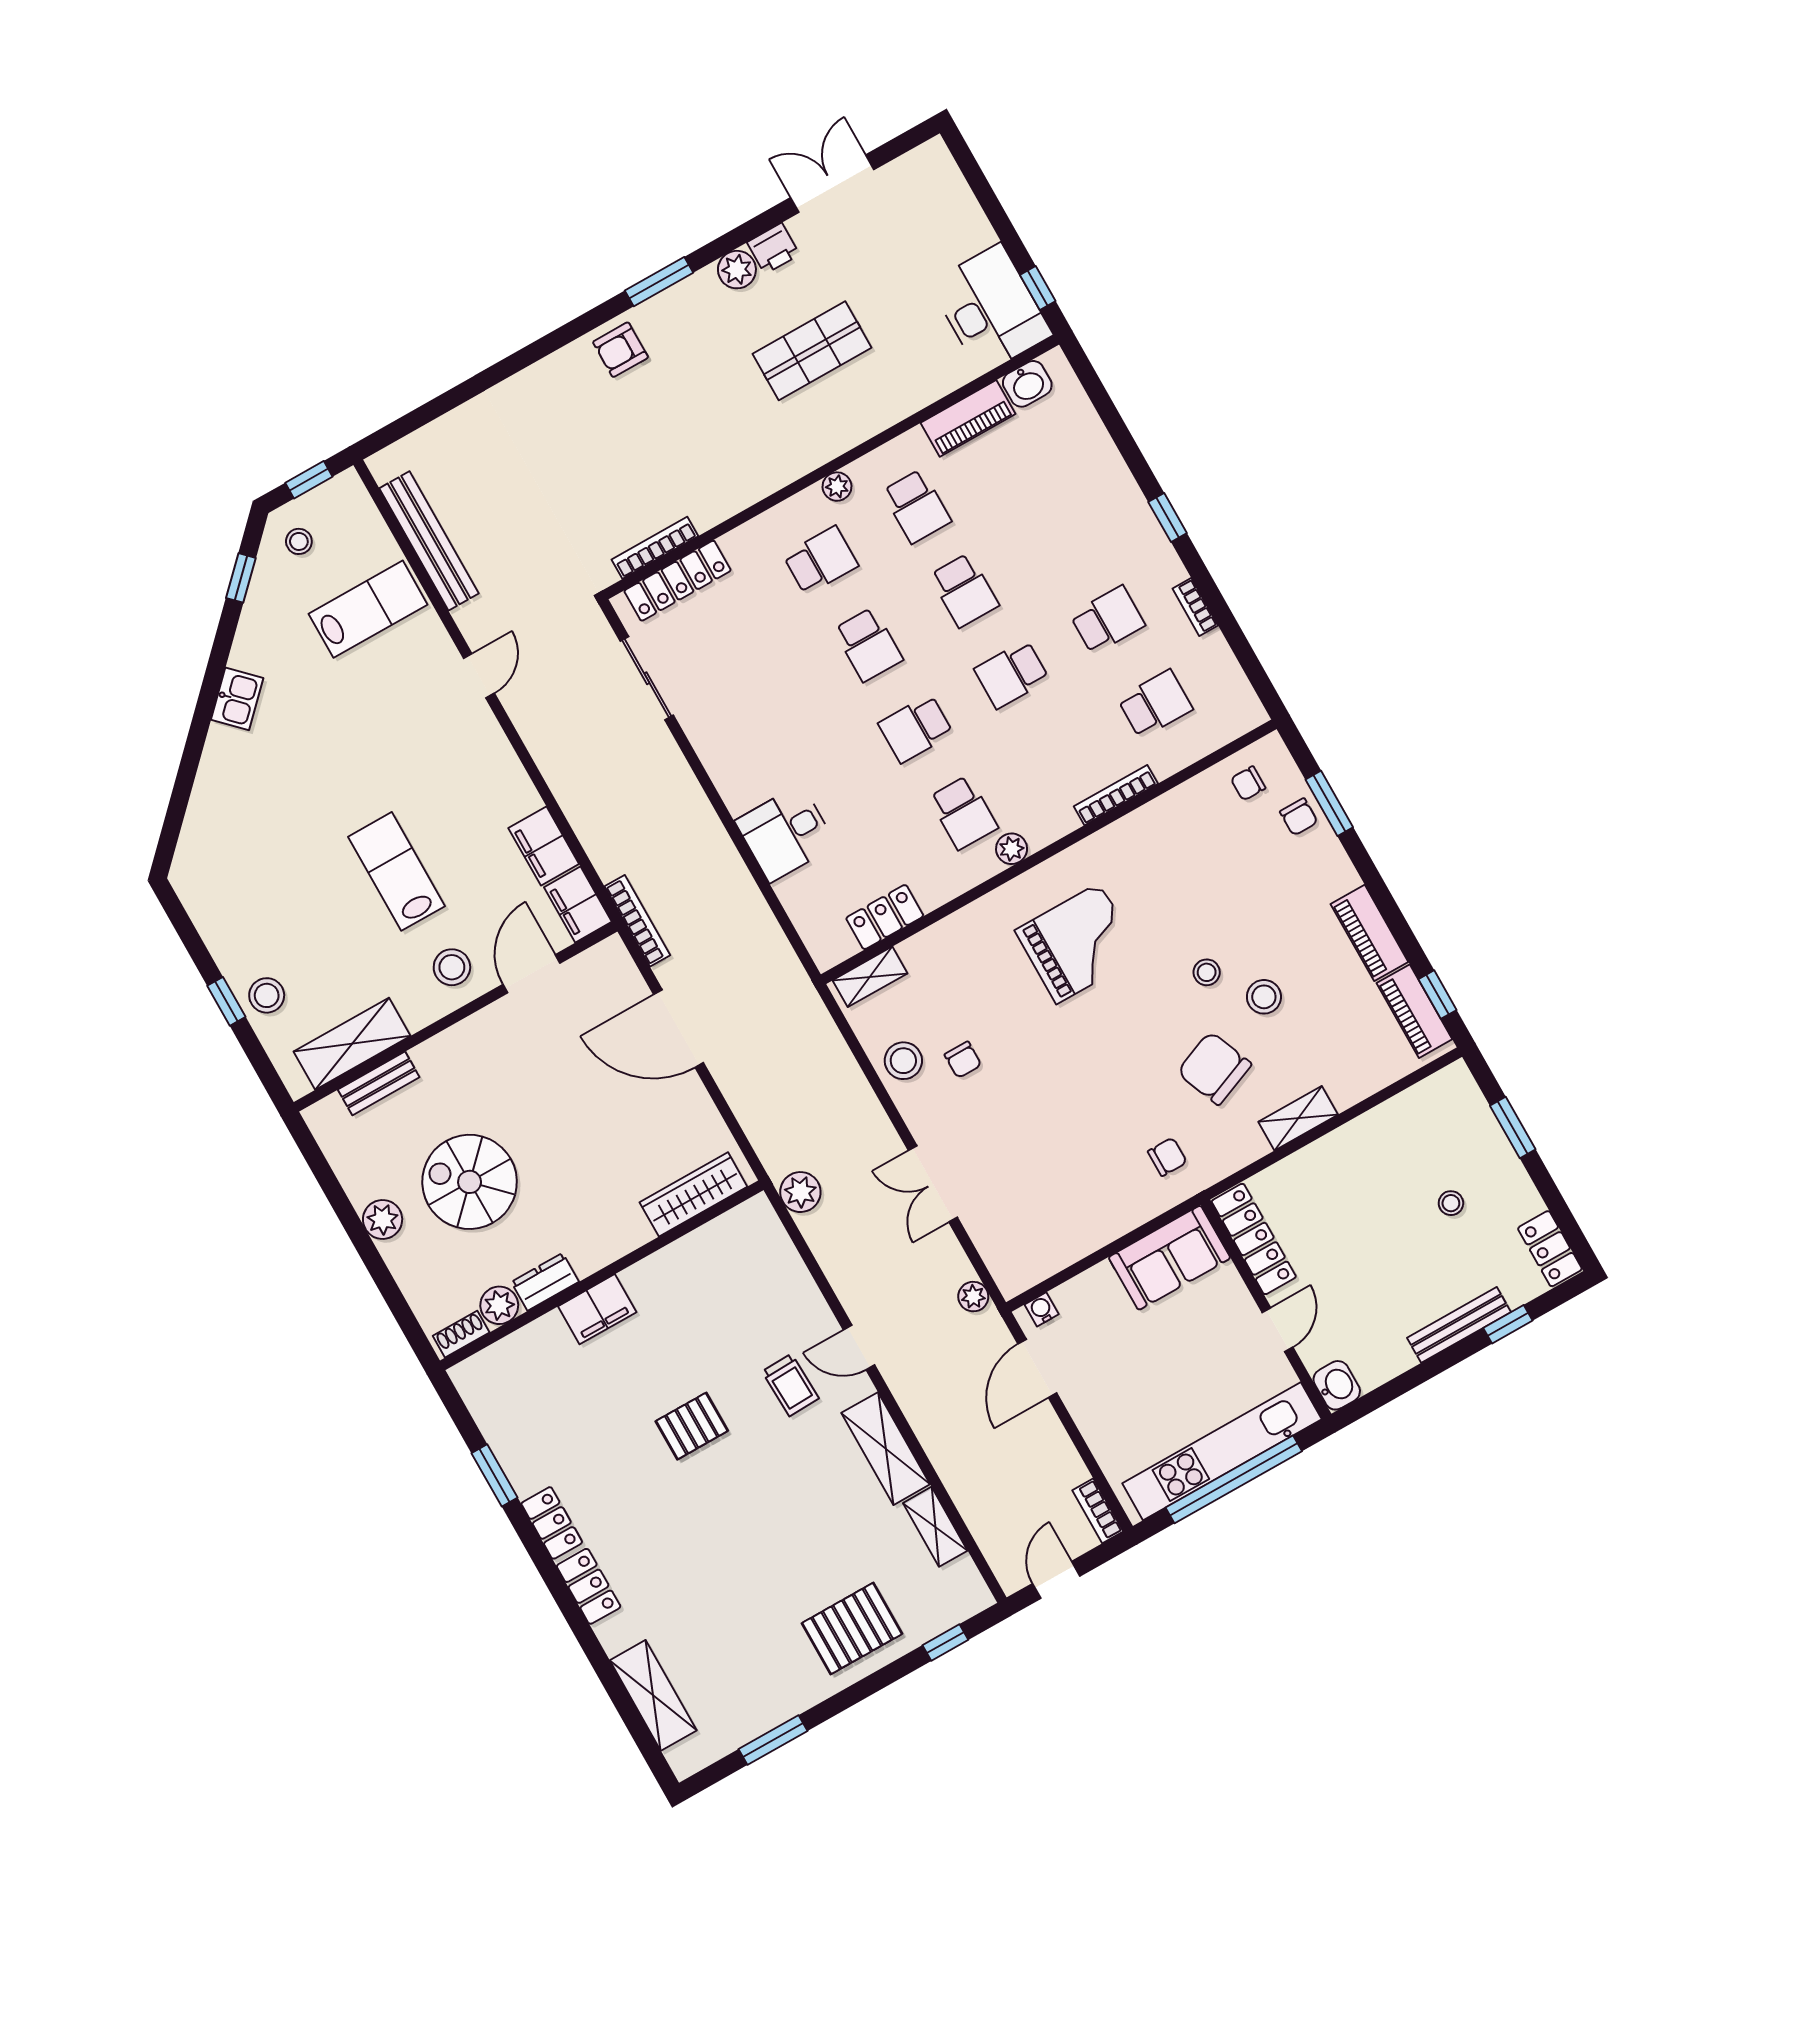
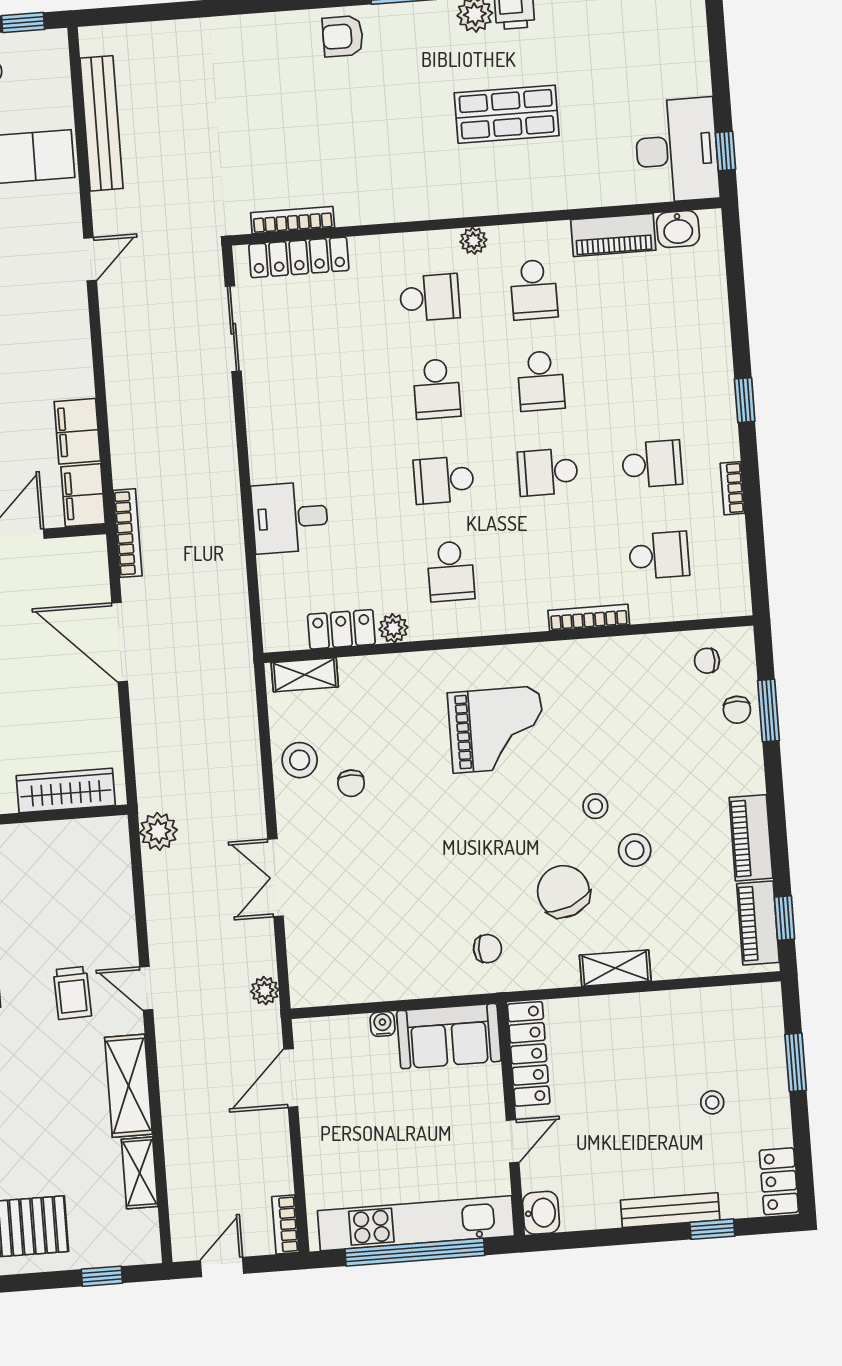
plant: (1012, 849) -> (393, 628), moved
water cooler: (1042, 1309) -> (383, 1024), moved

